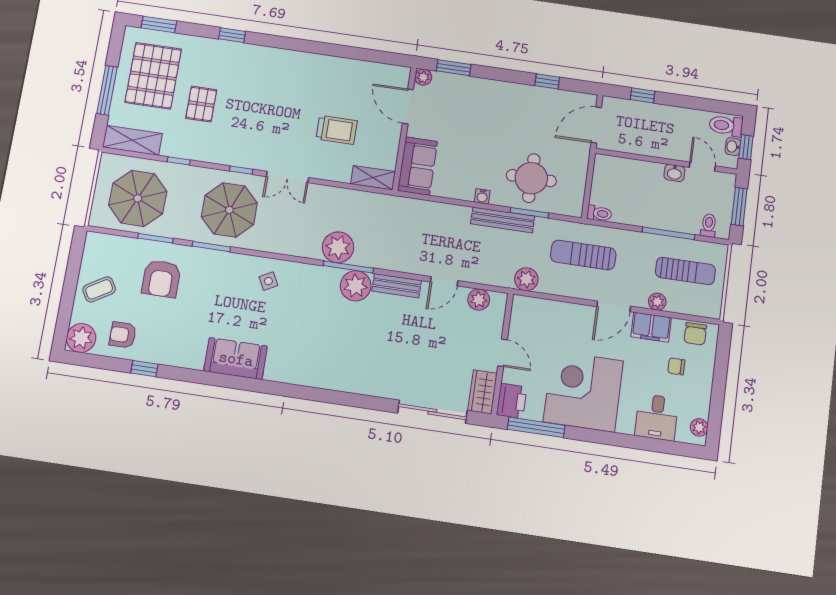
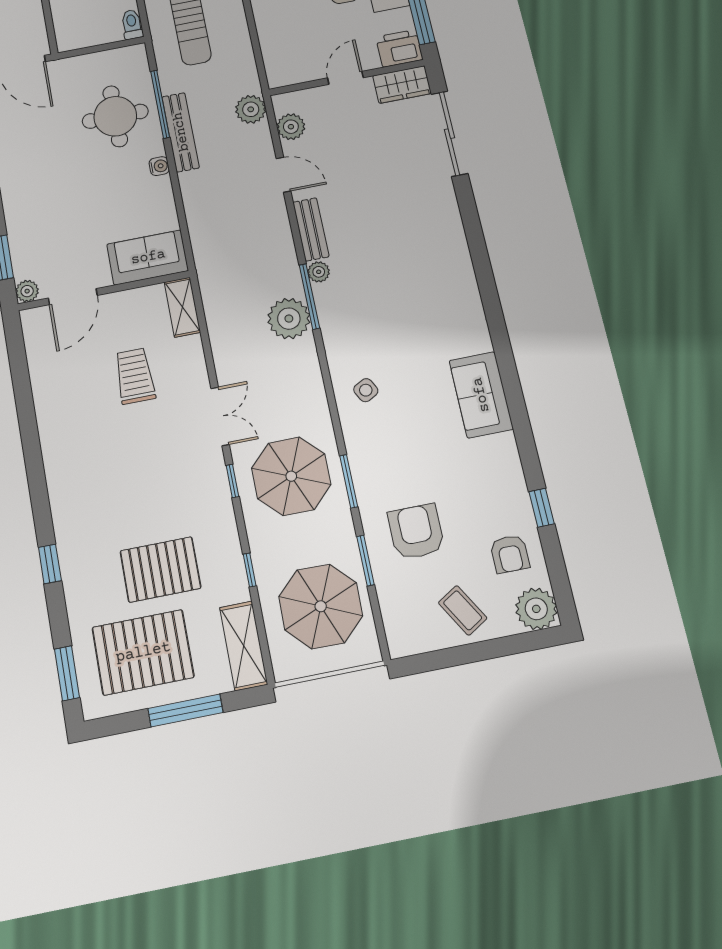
pallet: (201, 104) -> (160, 569), width x1.50, depth x1.42
window: (529, 213) -> (160, 104), width x1.44
armchair: (161, 279) -> (416, 532), turned -90
plant: (526, 279) -> (251, 109), moved
plant: (356, 286) -> (319, 272), width x0.53, depth x0.53

